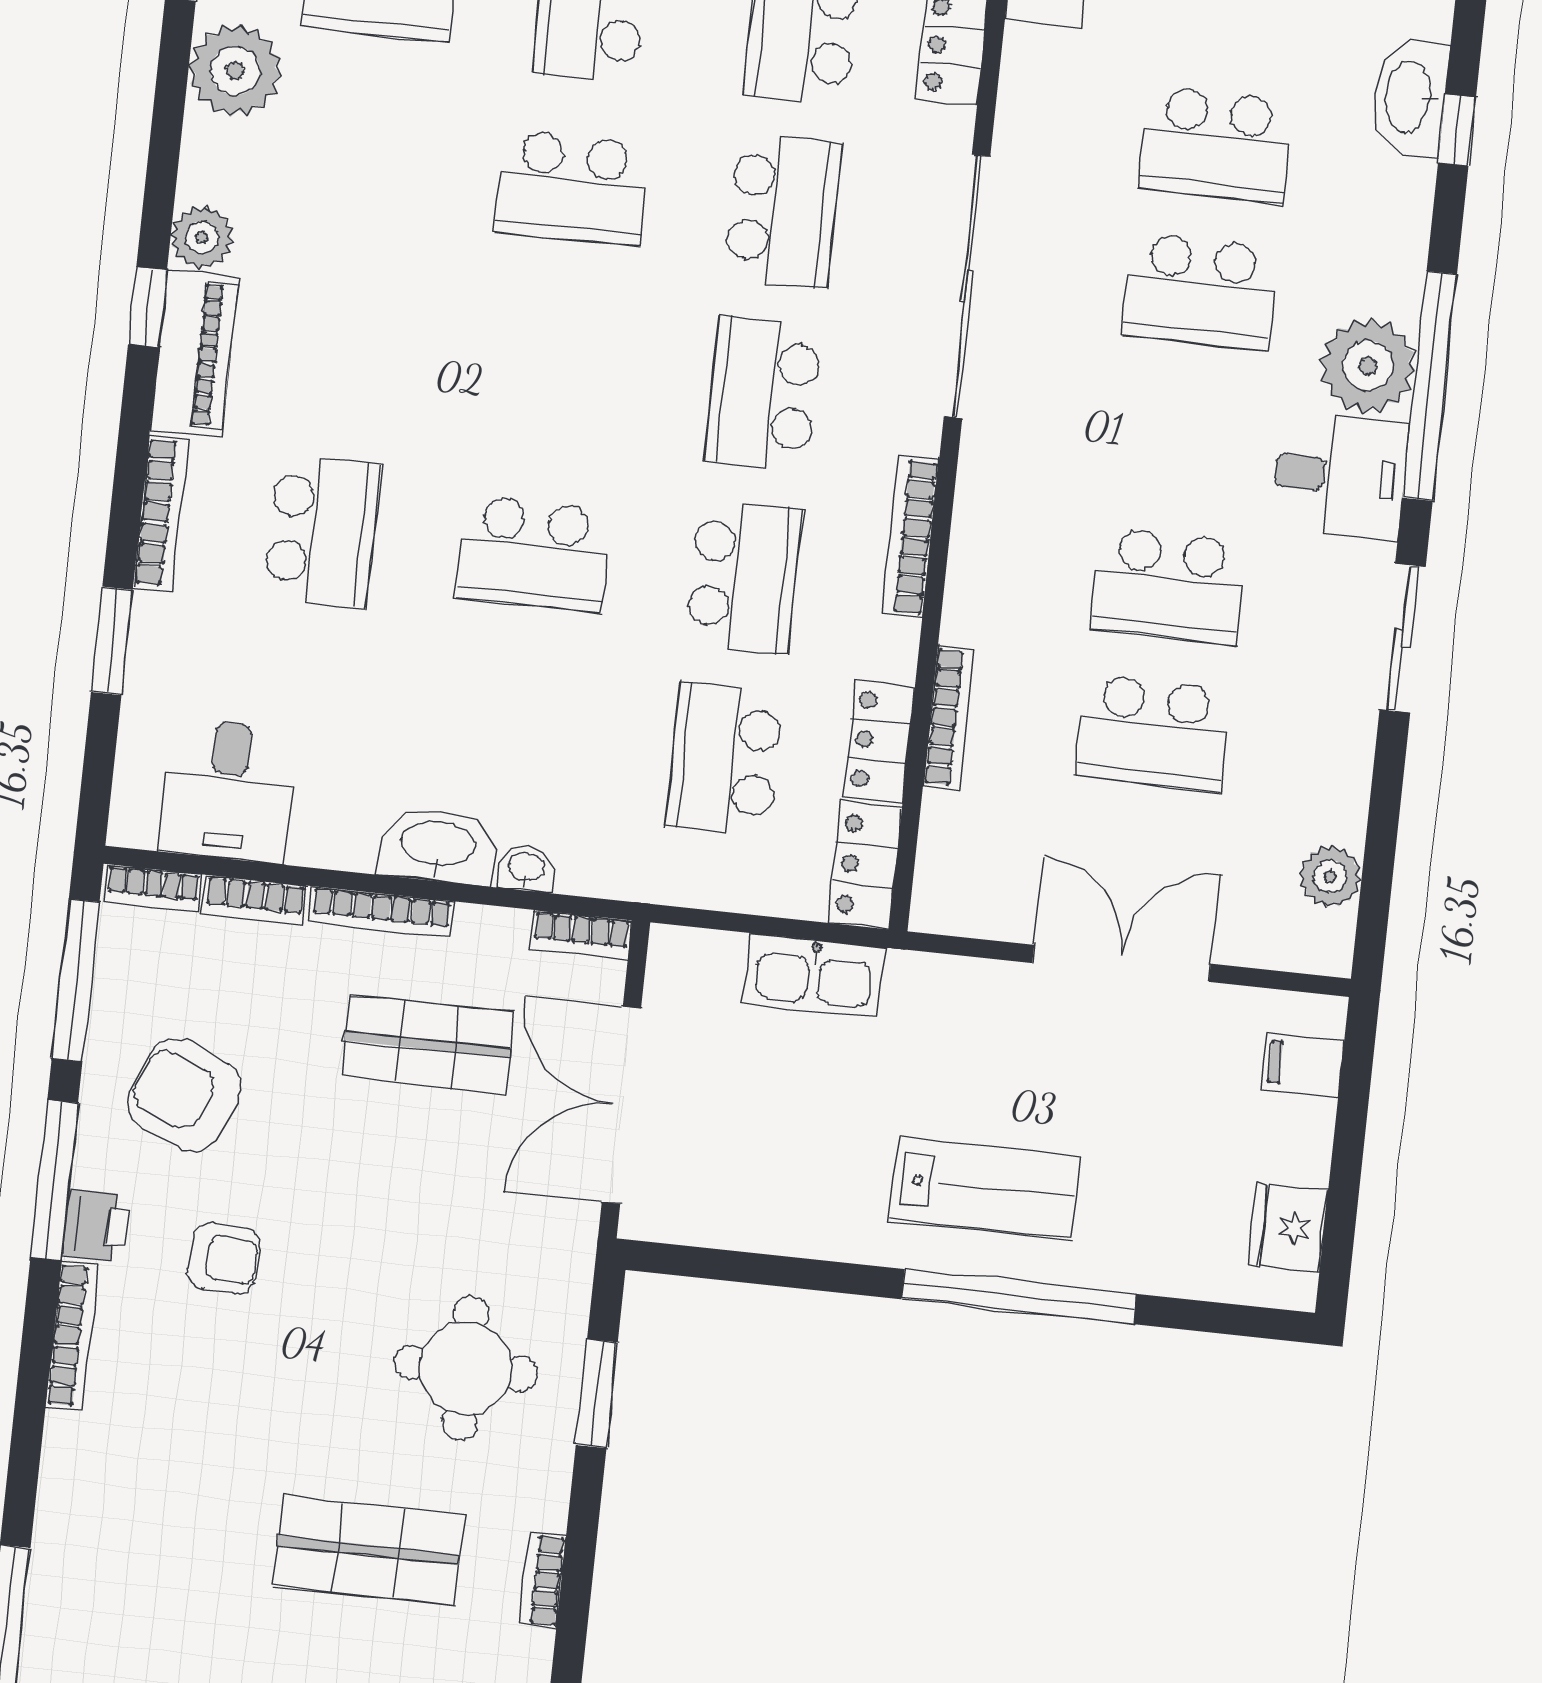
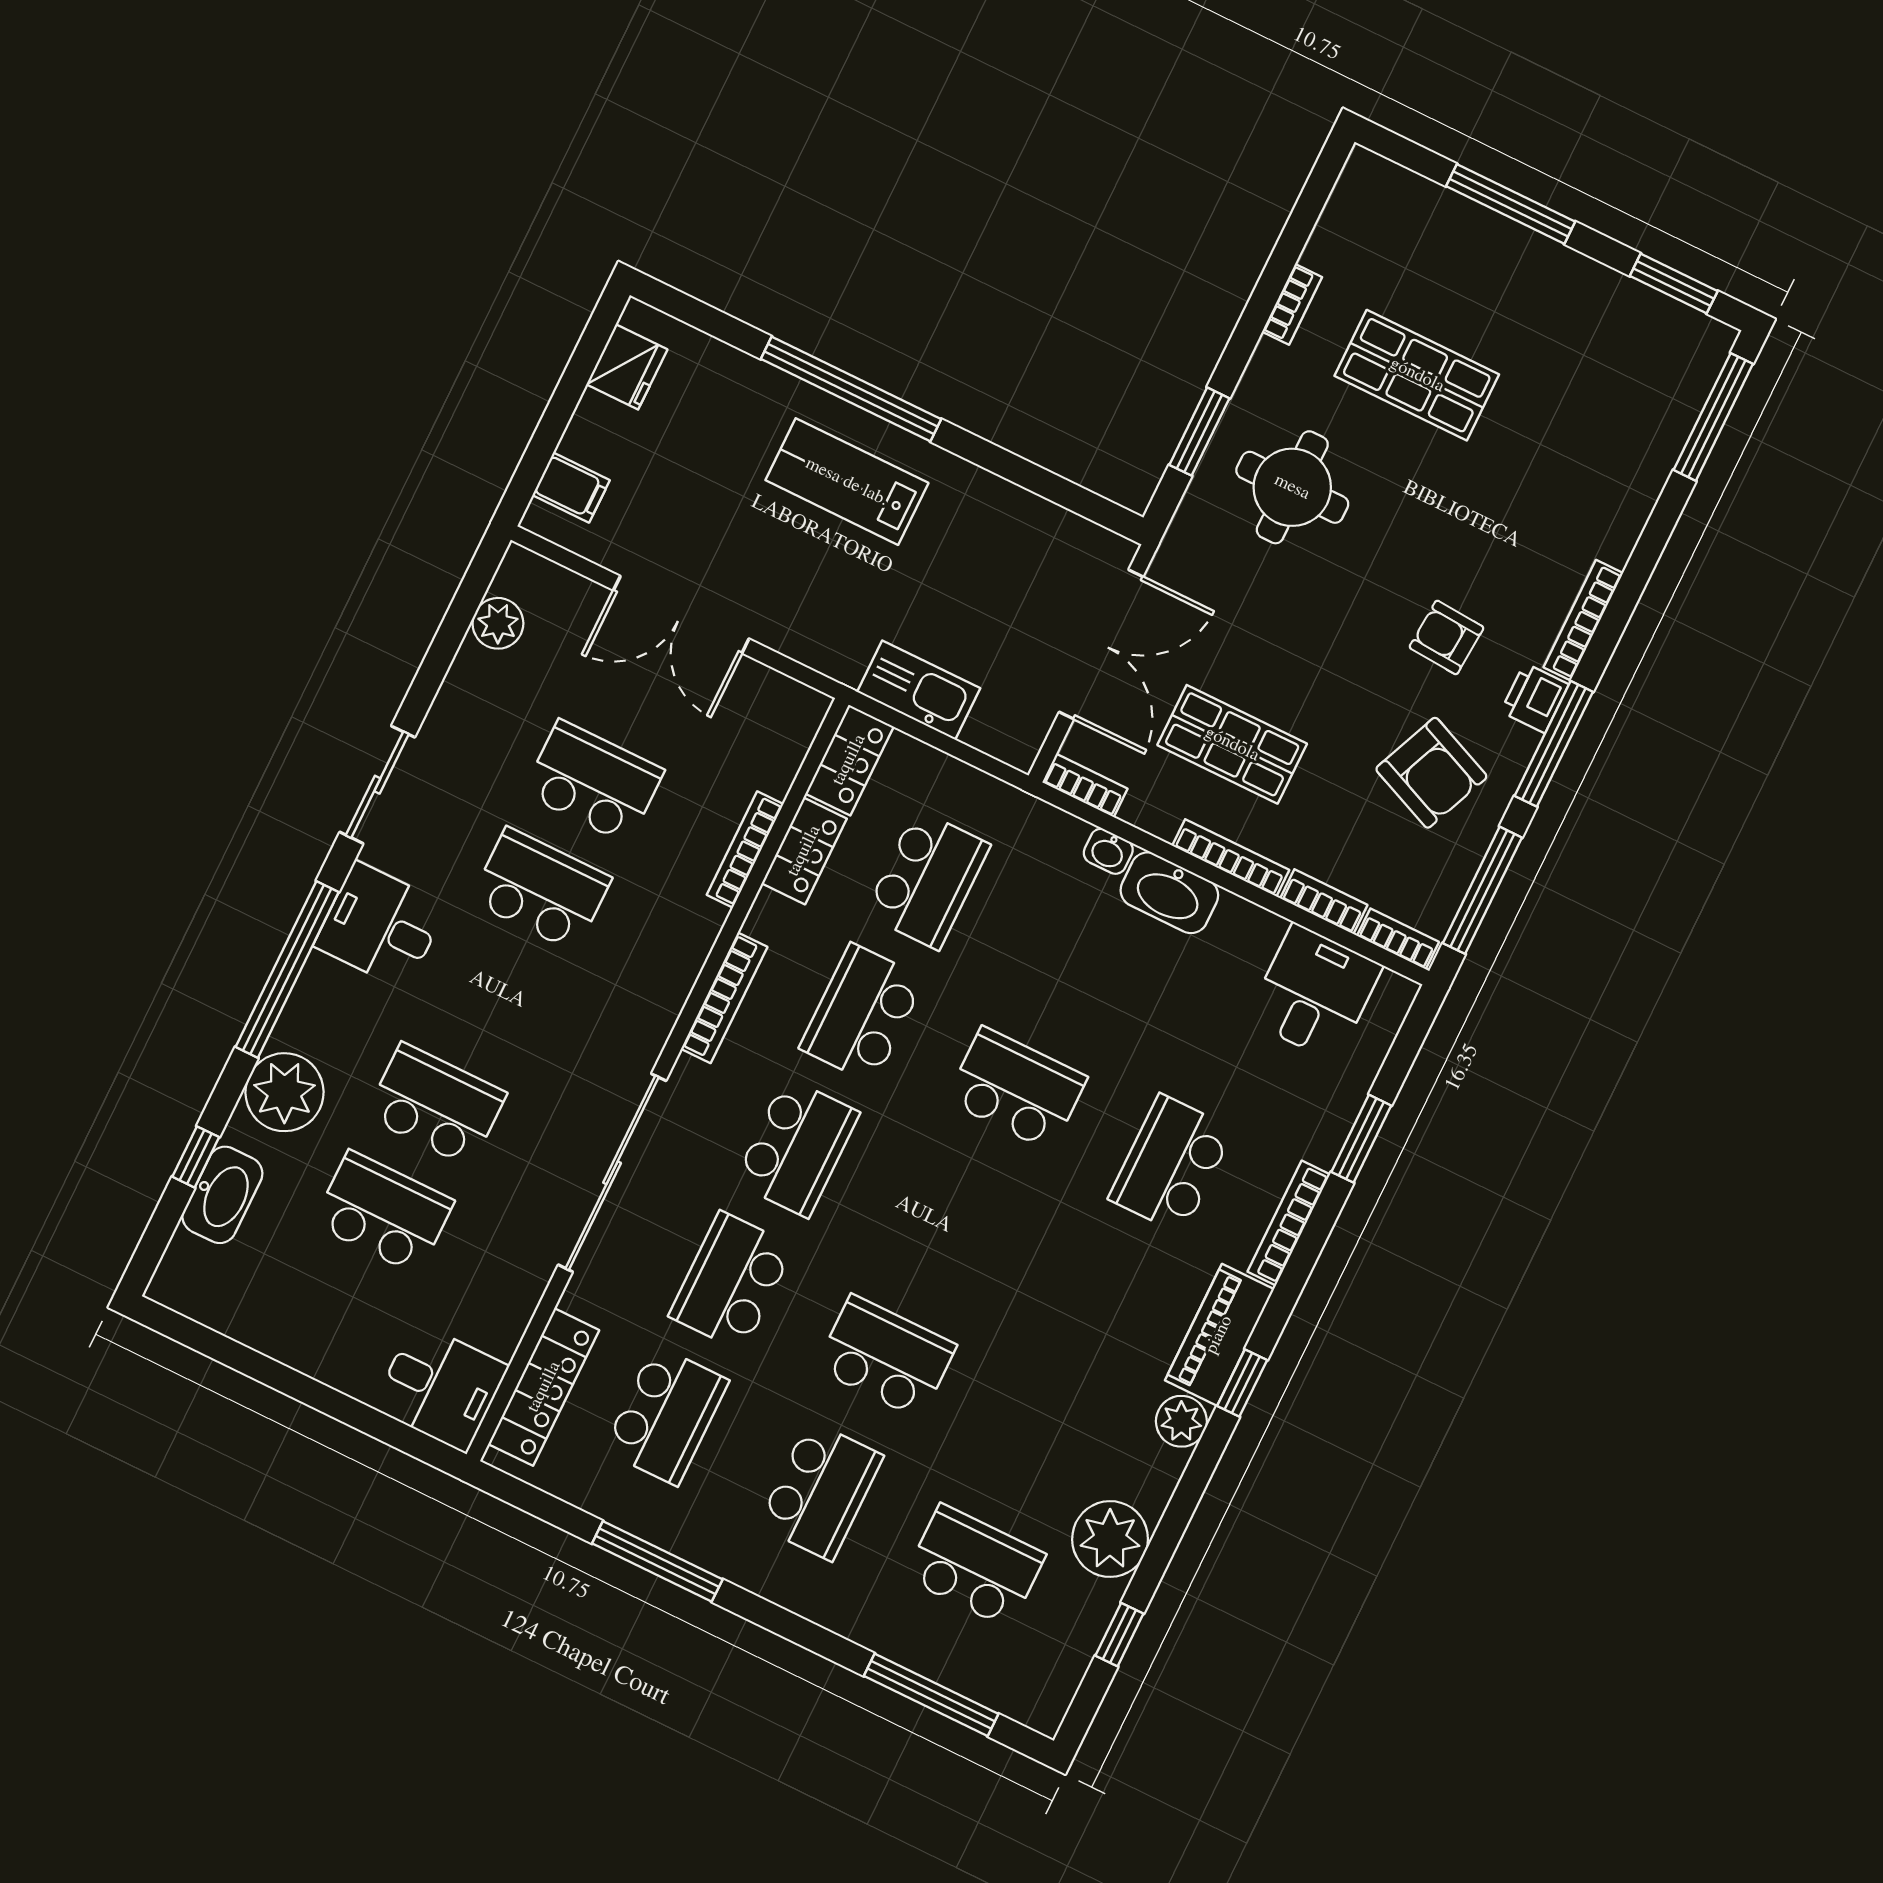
plant: (1368, 366) -> (285, 1092), moved

